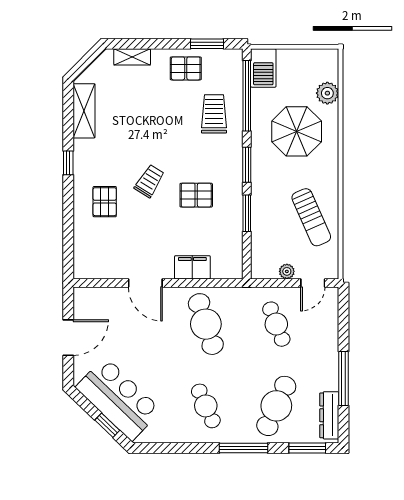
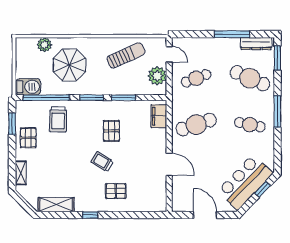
trolley: (214, 114) -> (58, 119), turned -89
filing cabinet: (192, 267) -> (159, 116), moved
plant: (287, 271) -> (157, 76), width x1.88, depth x1.88
door: (145, 283) -> (169, 164), hinge flipped
cafe table: (206, 406) -> (250, 125), turned 36
window: (243, 448) -> (277, 112), moved

